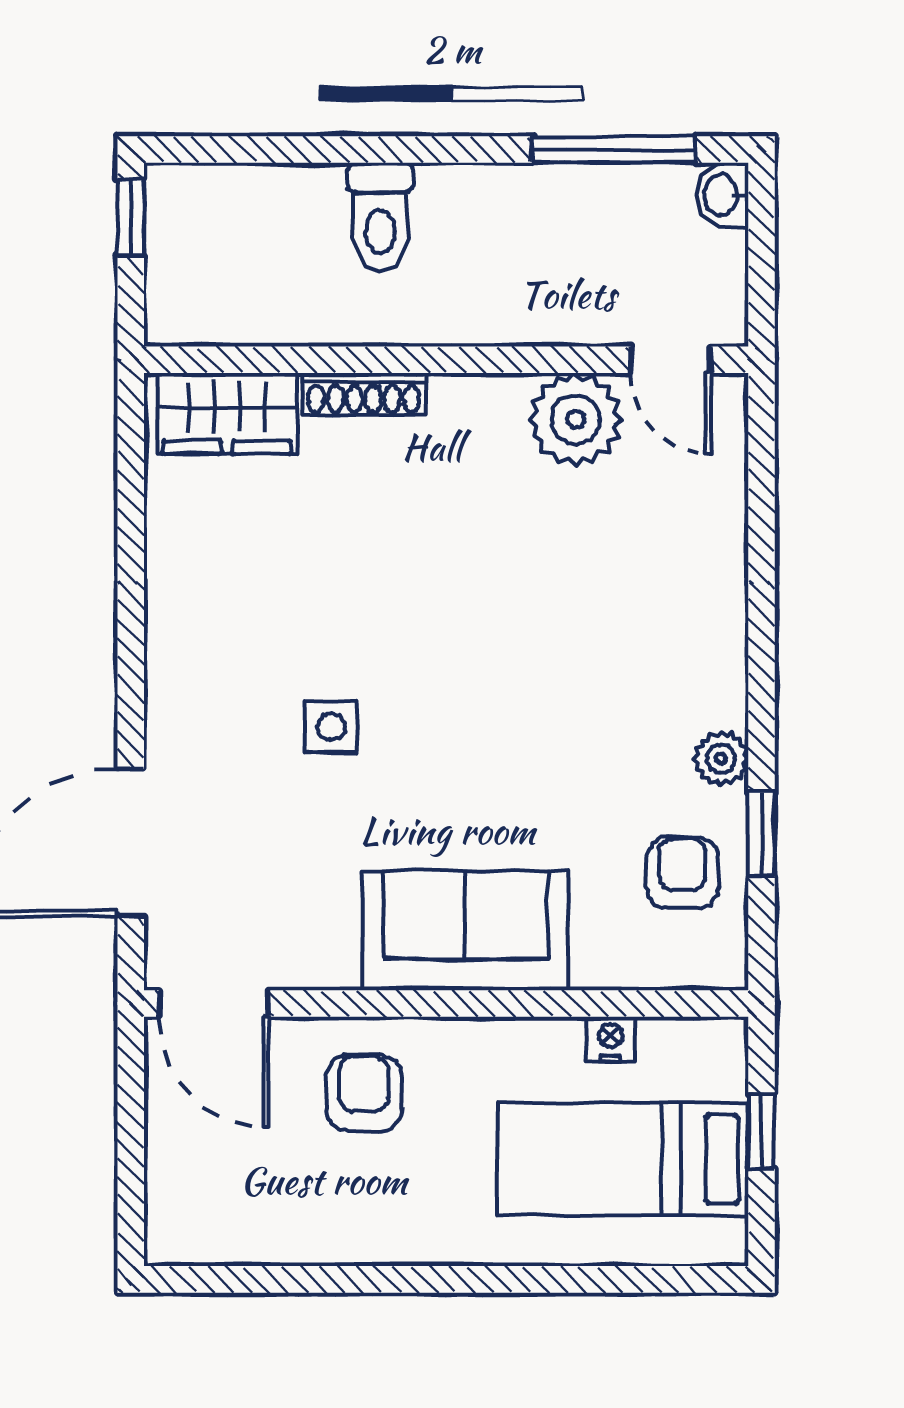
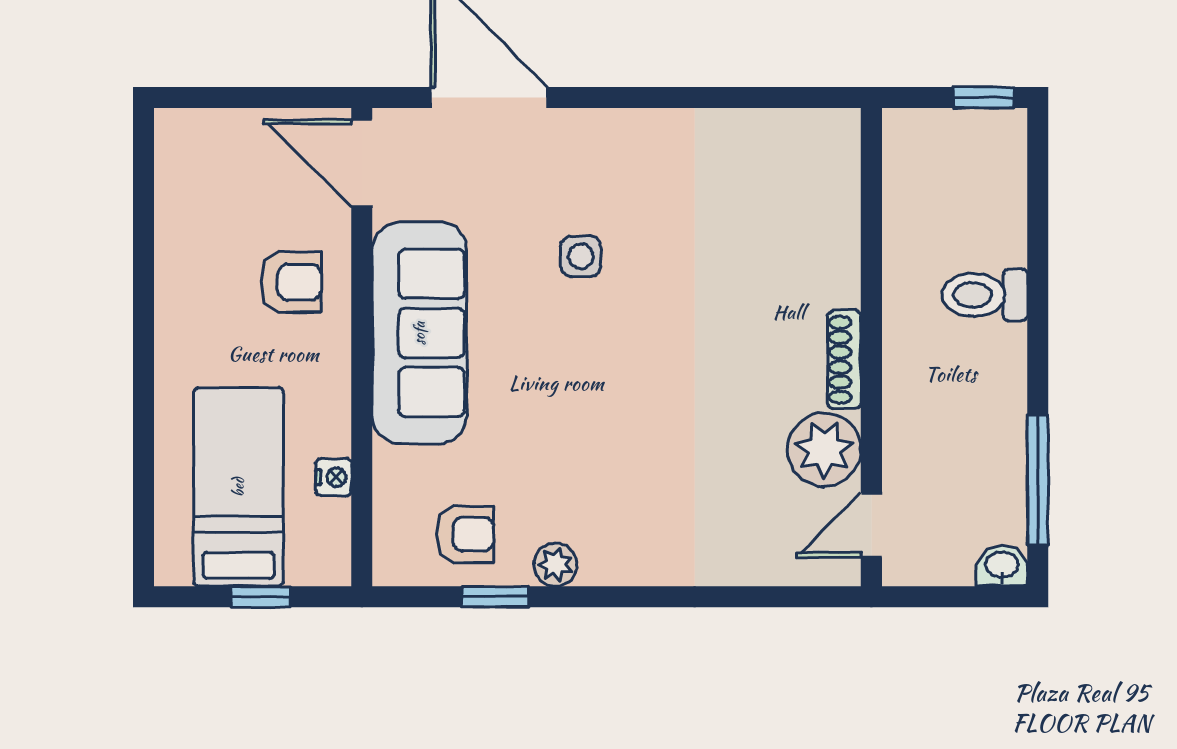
shoe rack: (364, 394) -> (844, 360), moved
wardrobe: (227, 413) -> (829, 174), removed
sofa: (465, 931) -> (419, 333), width x1.36
door: (214, 1003) -> (362, 163), hinge flipped

